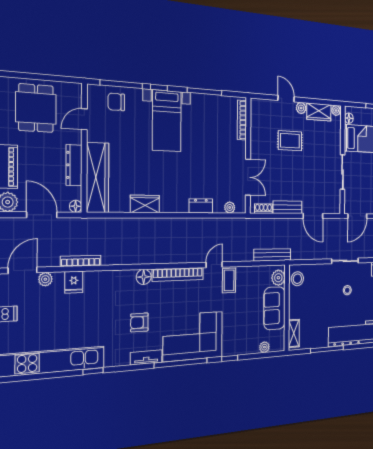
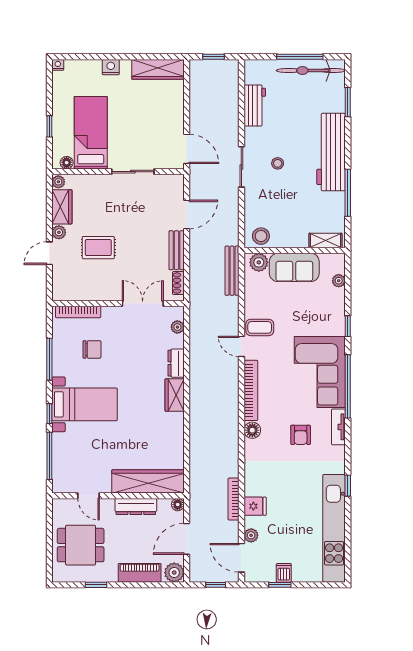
chair: (116, 102) -> (92, 349), moved, turned -90
rug: (290, 141) -> (98, 248), turned 90
wardrobe: (145, 204) -> (175, 395), moved

